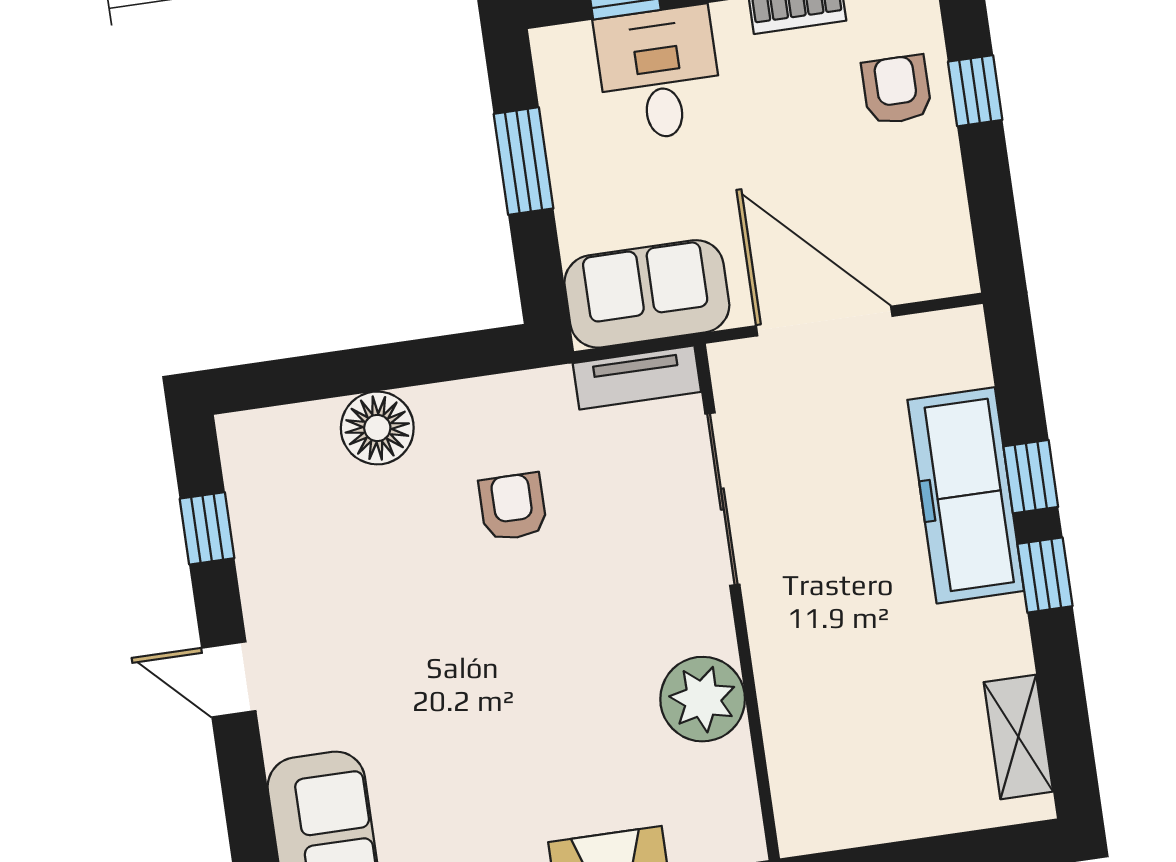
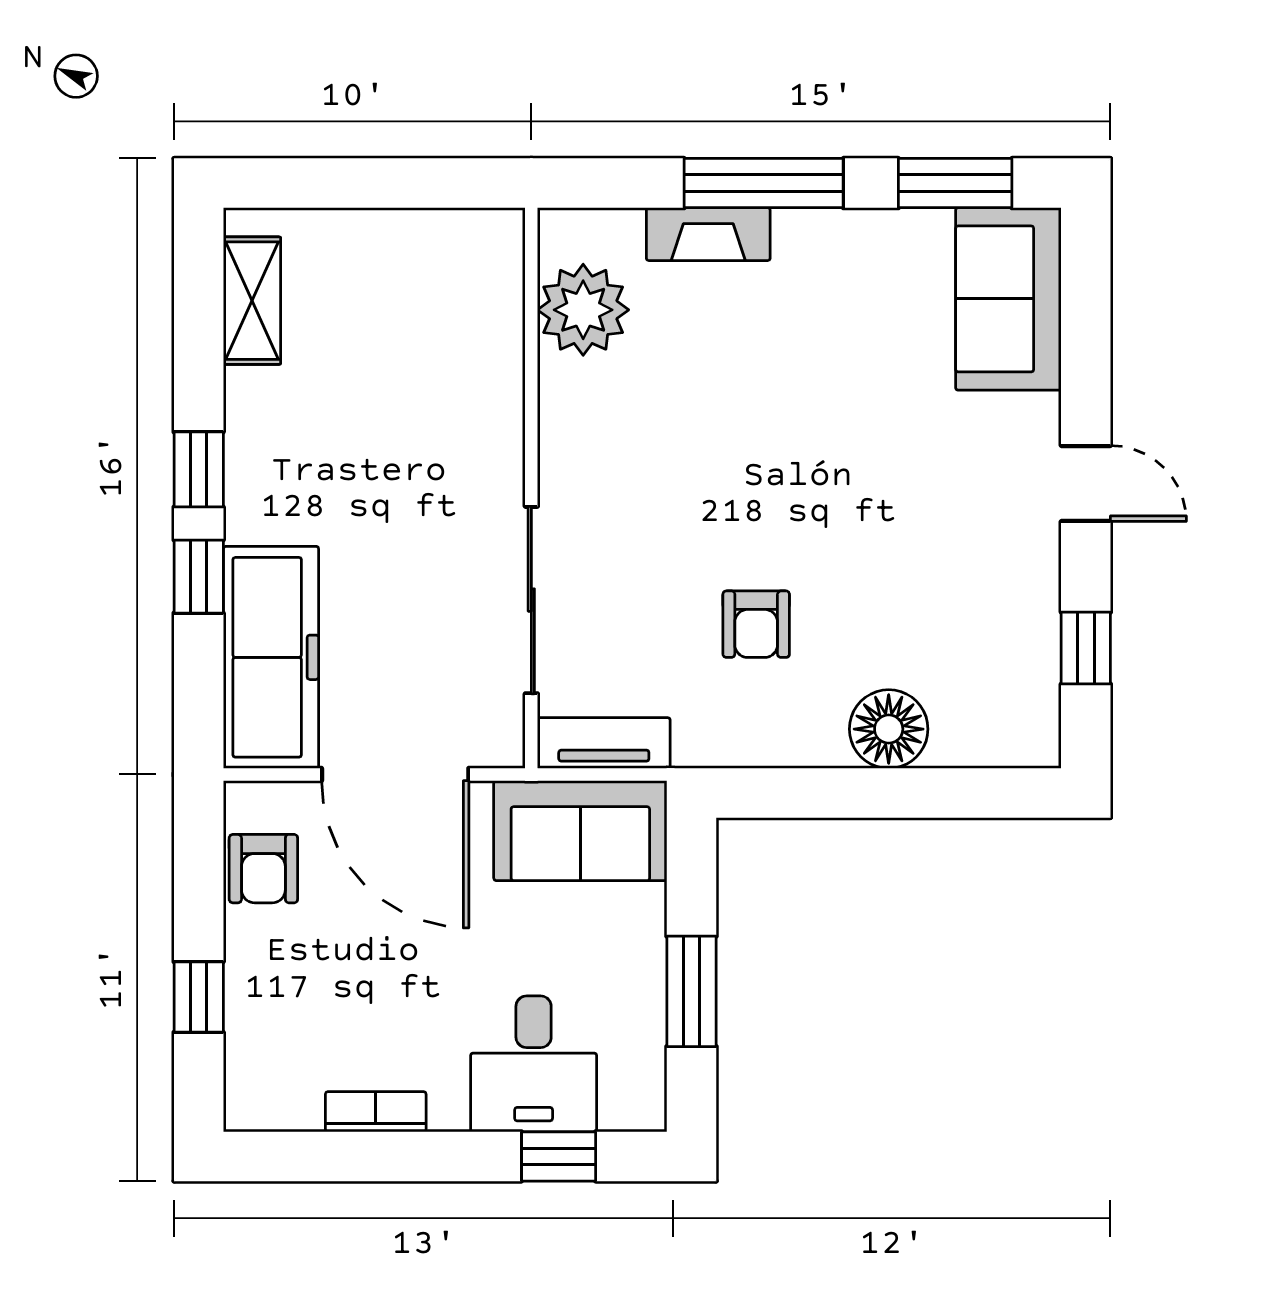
armchair: (897, 90) -> (263, 869), moved
freezer: (966, 495) -> (271, 657), moved
plant: (703, 699) -> (583, 310), moved

